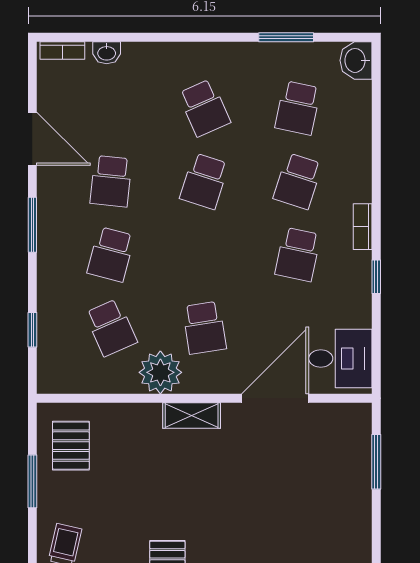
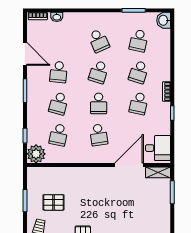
school desk: (204, 254) -> (99, 103), added
school desk: (111, 328) -> (59, 135), turned 36
plant: (160, 372) -> (36, 154), moved
shelving: (192, 416) -> (158, 172), moved
pallet: (71, 446) -> (54, 202), moved, turned 90

